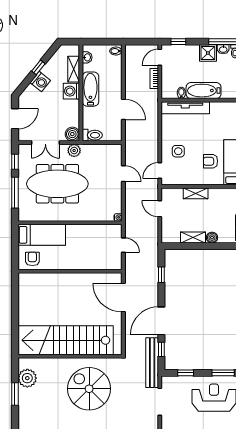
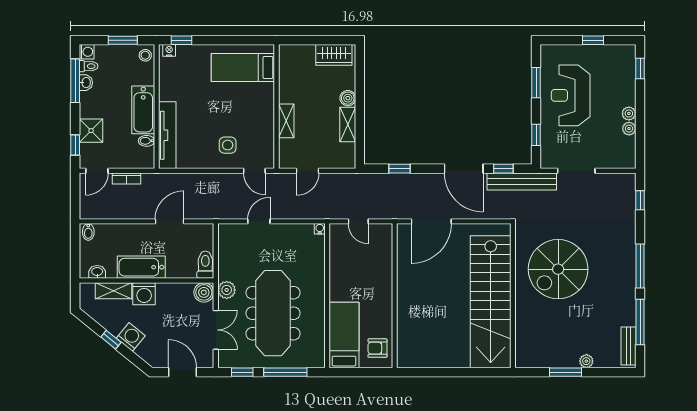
shower: (208, 53) -> (91, 131), moved
door: (160, 57) -> (97, 171), hinge flipped
armchair: (210, 161) -> (242, 100), removed
door: (123, 245) -> (358, 221), swing flipped
plant: (27, 378) -> (586, 361), moved, width x0.53, depth x0.53

